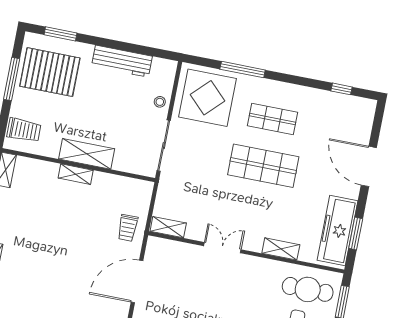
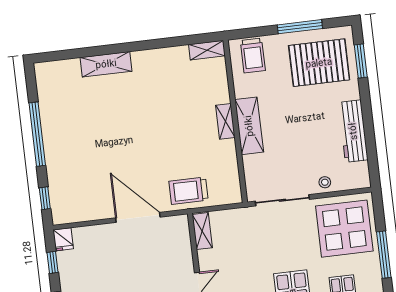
pallet: (50, 72) -> (319, 63), turned 90
trolley: (128, 228) -> (188, 191), width x1.36, depth x1.39

